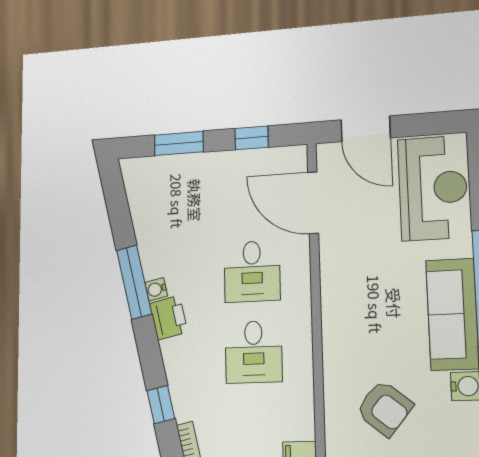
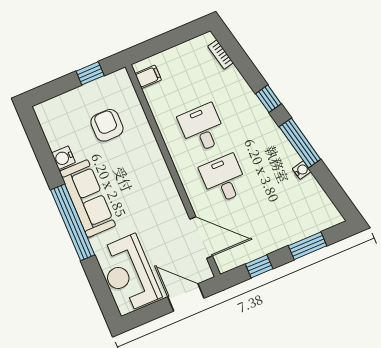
water cooler: (156, 289) -> (302, 170), moved
printer: (169, 318) -> (267, 129), removed
window: (161, 405) -> (268, 99), moved
armchair: (384, 408) -> (107, 125), turned 51

